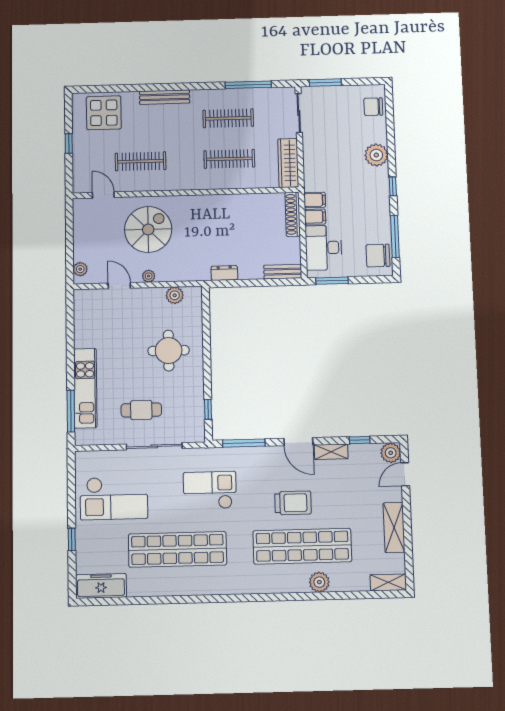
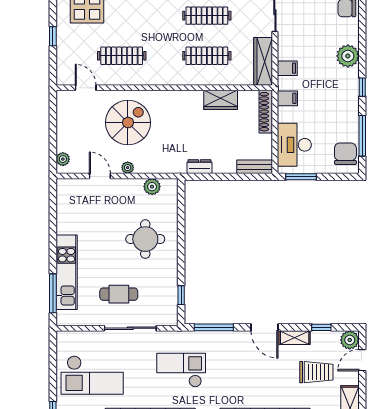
wardrobe: (245, 203) -> (221, 100), added
filing cabinet: (315, 217) -> (287, 68), moved
chair: (378, 256) -> (345, 154), turned 90
trolley: (293, 503) -> (316, 372), moved

